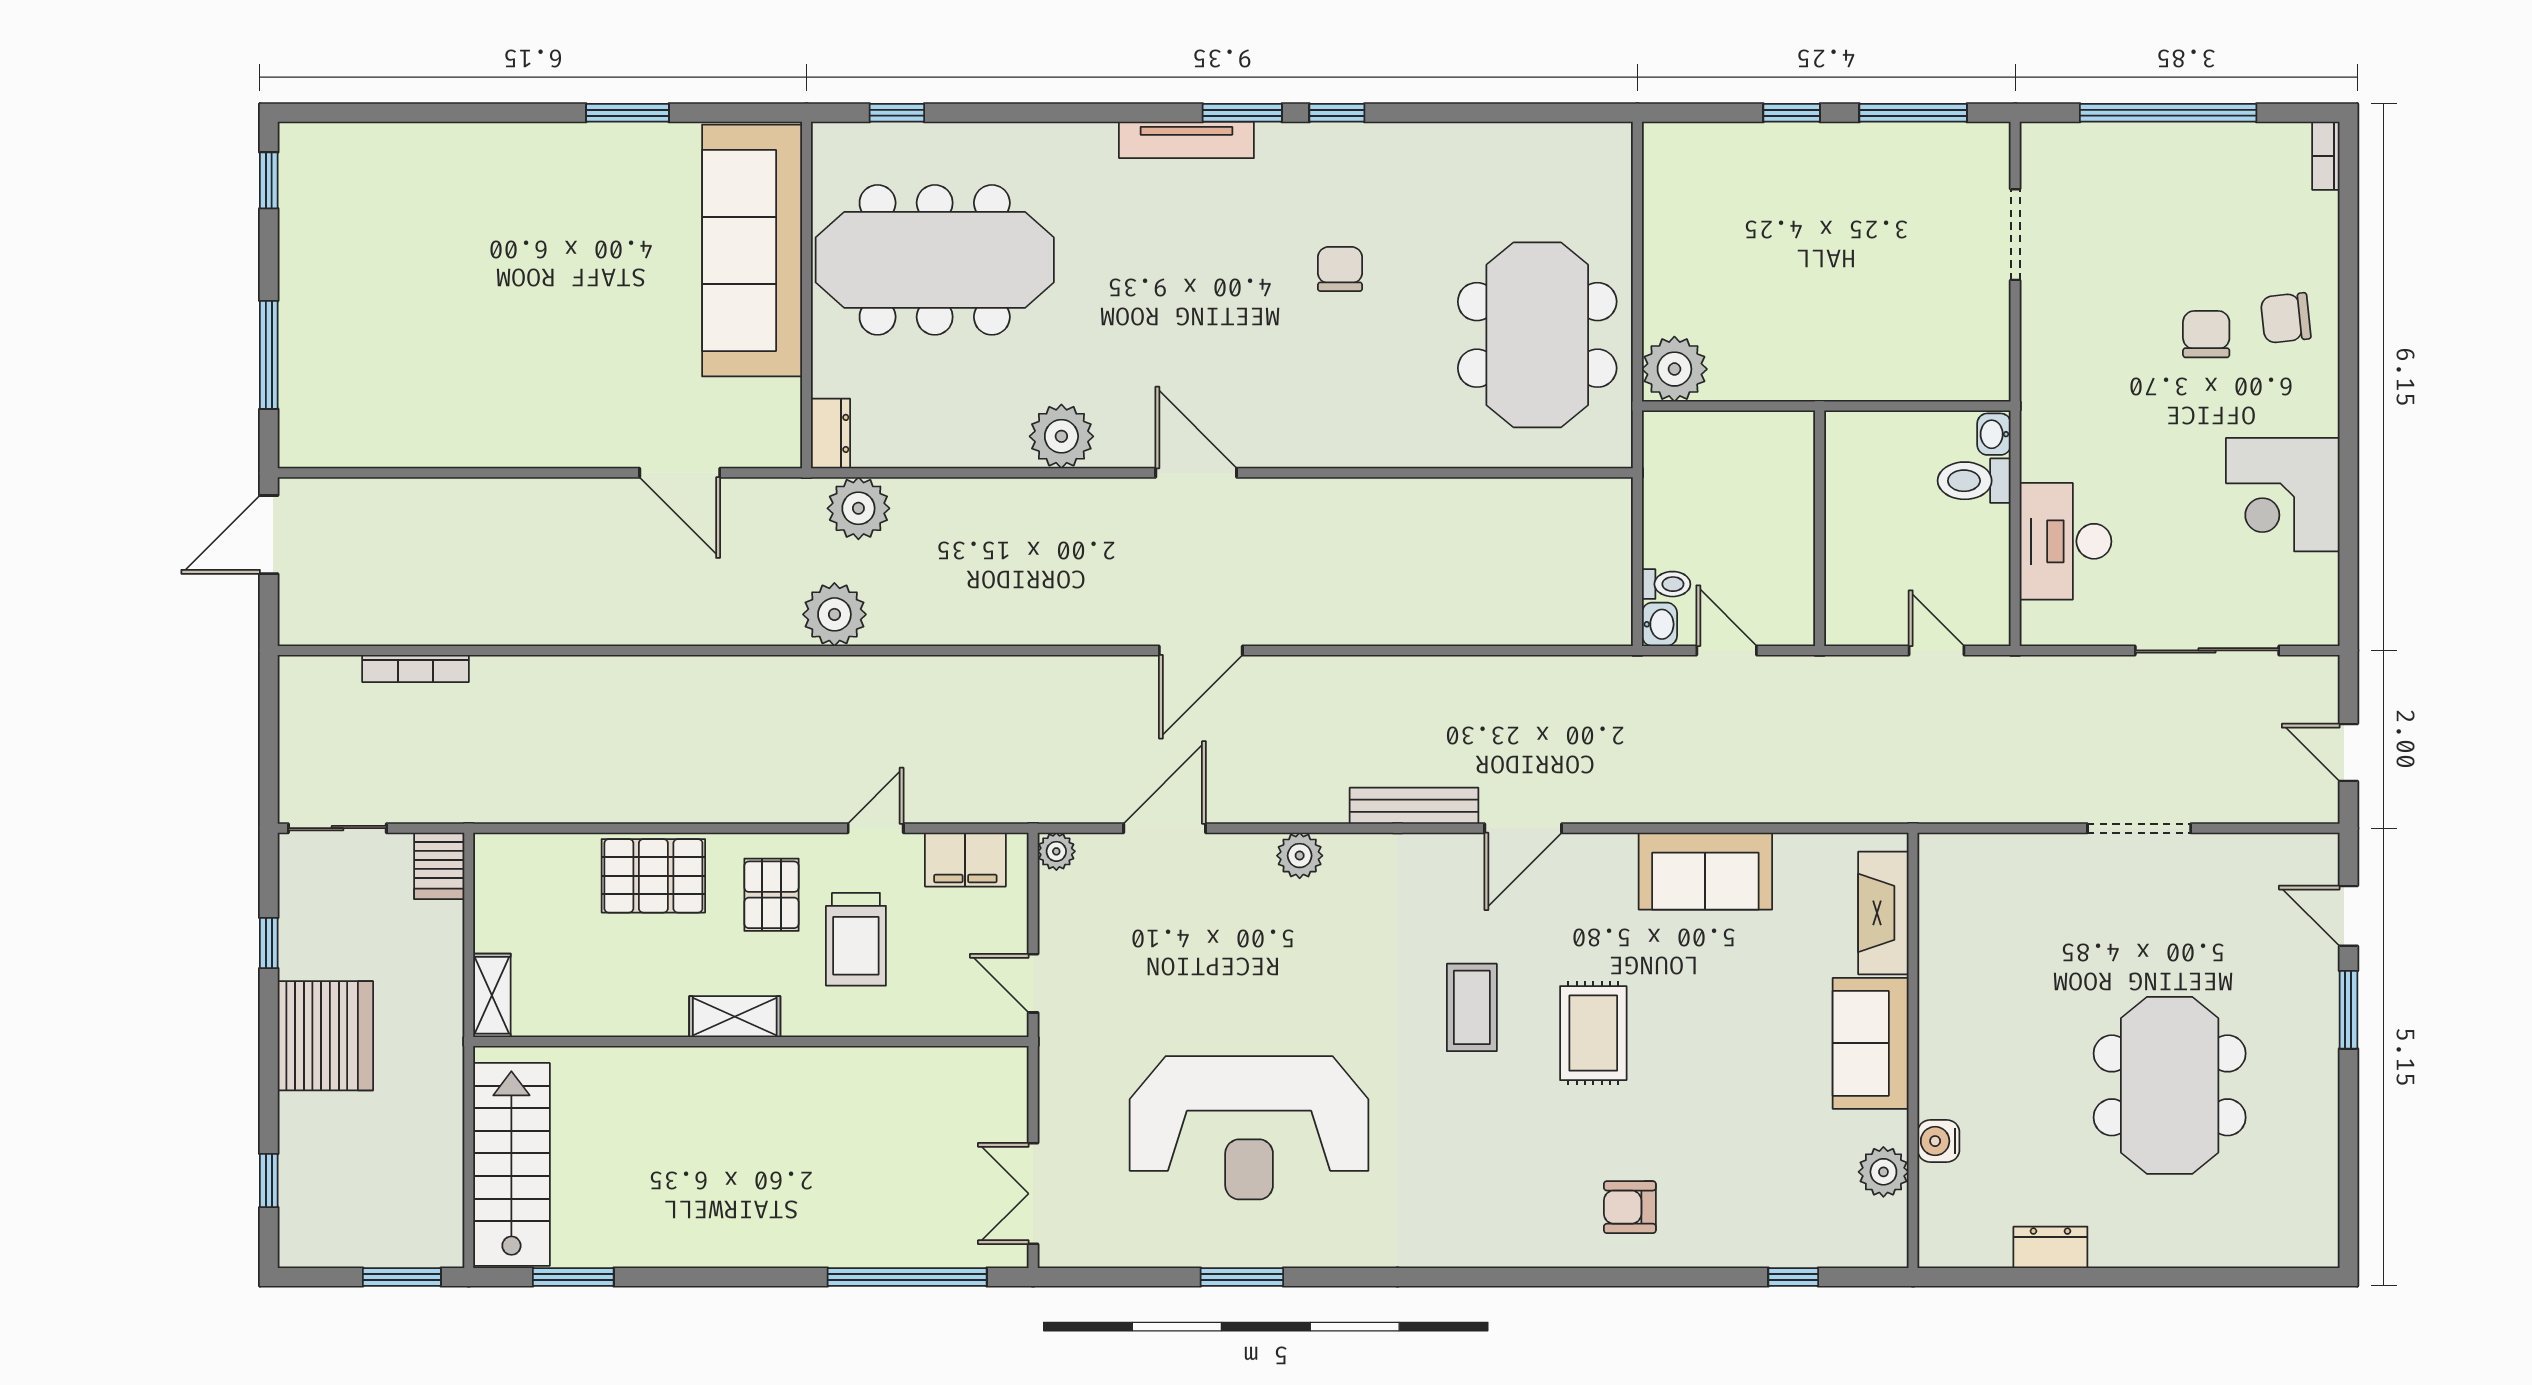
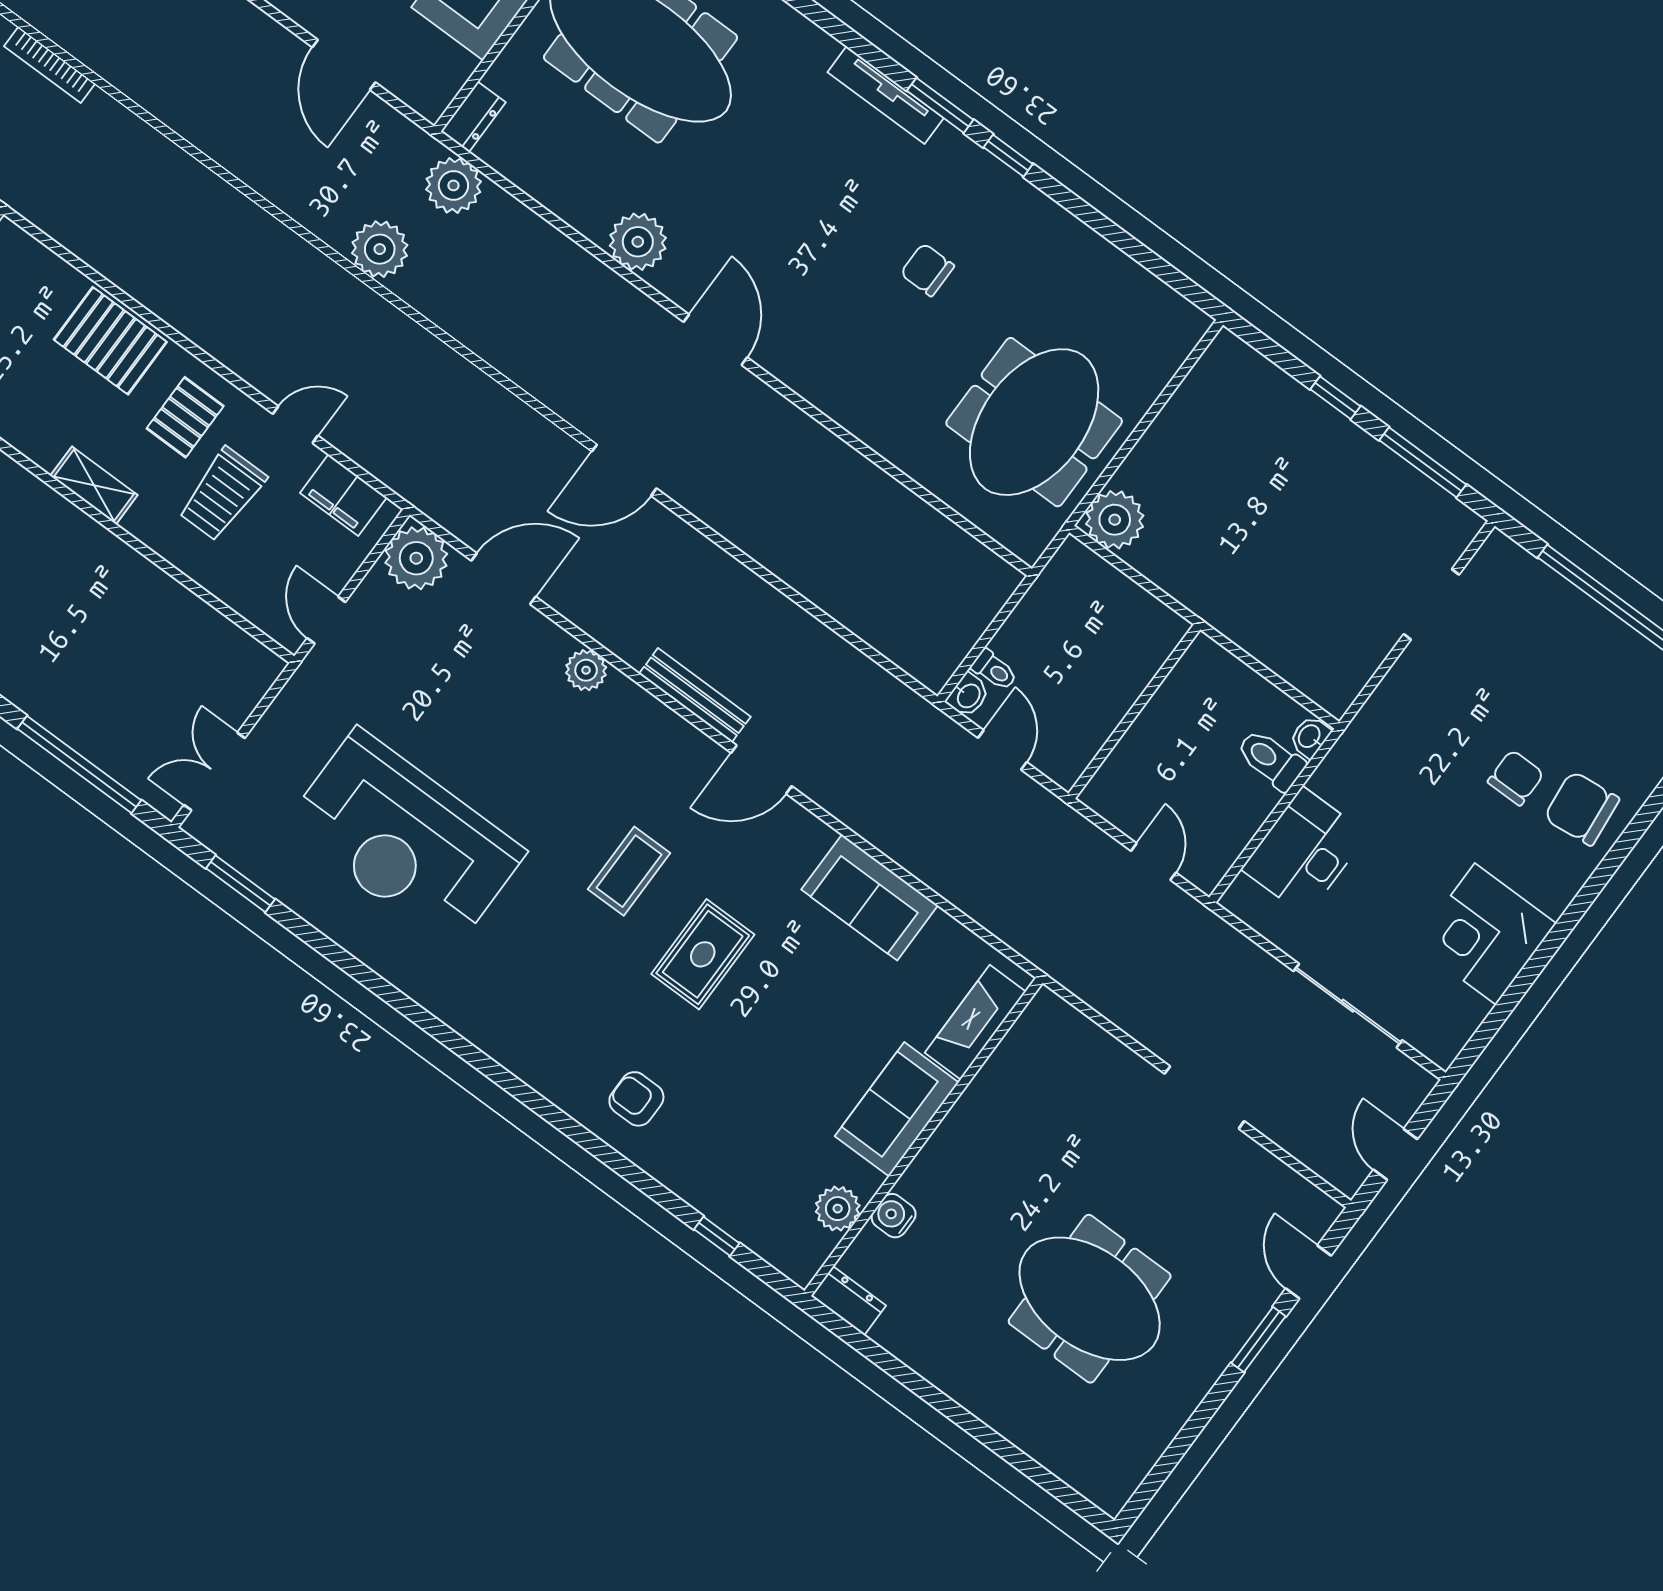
chair: (1340, 269) -> (927, 270), turned -90
chair: (2286, 318) -> (1582, 808), width x1.37, depth x1.37
plant: (1056, 851) -> (416, 558), width x1.87, depth x1.87
meeting table: (2170, 1085) -> (1090, 1299), turned 90
dresser: (2050, 1247) -> (849, 1301), moved
window: (1242, 1277) -> (240, 884), moved

